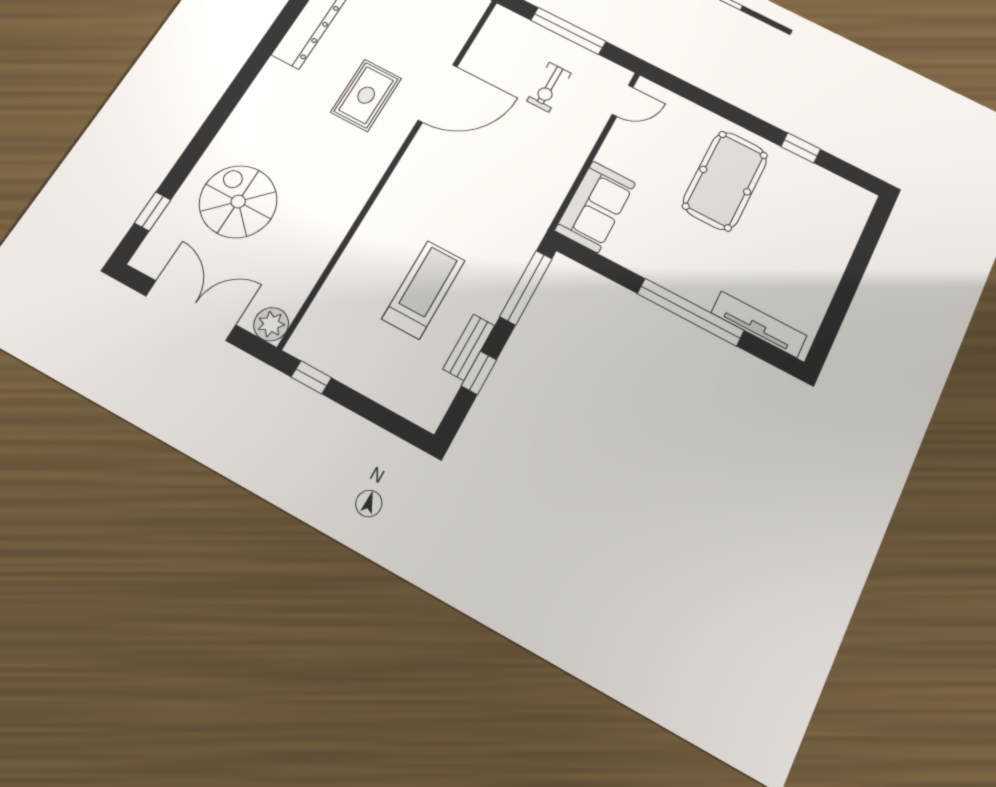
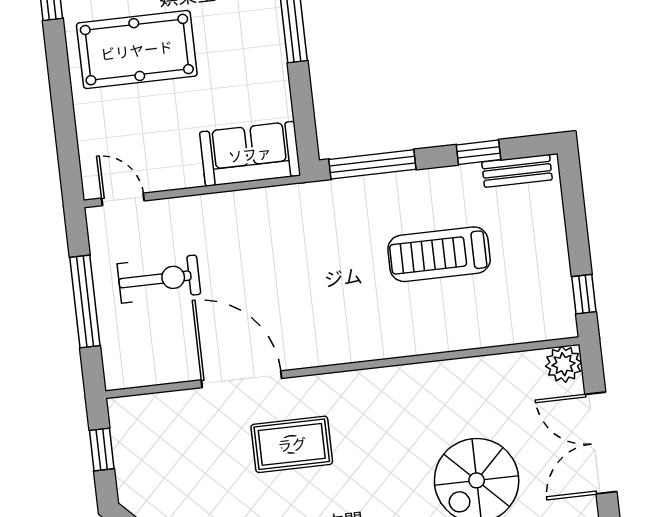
exercise bike: (549, 87) -> (159, 279), width x1.38, depth x1.39
bench: (469, 347) -> (517, 171), moved

